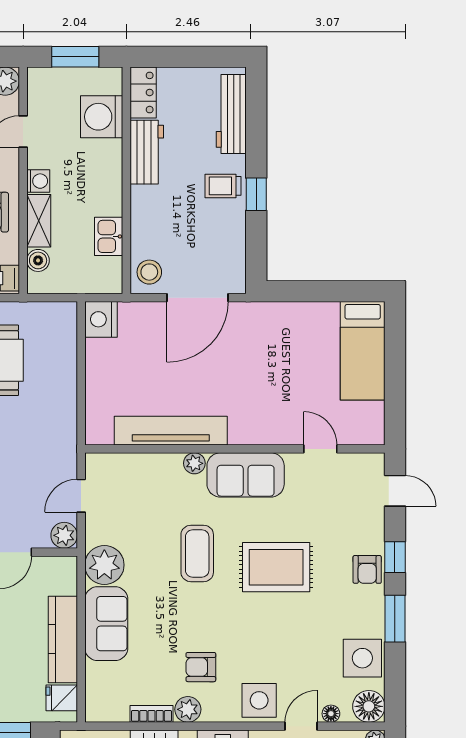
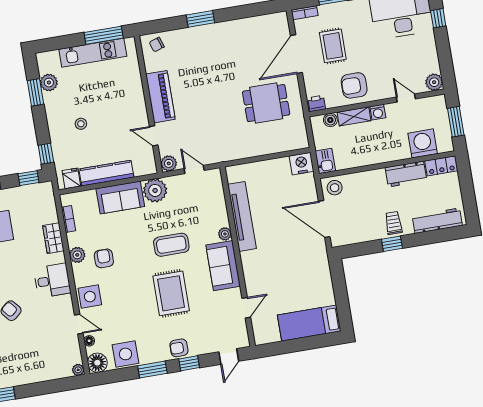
kitchen sink: (109, 236) -> (325, 161), moved, turned 90
bookcase: (152, 714) -> (68, 219), moved

